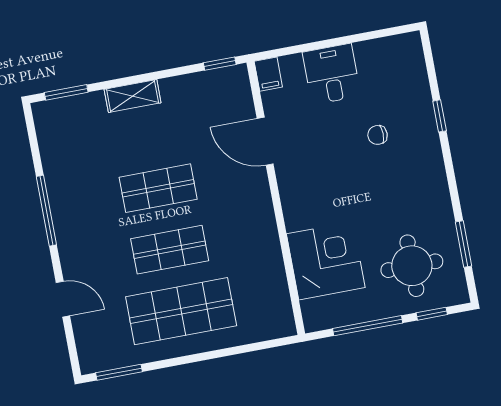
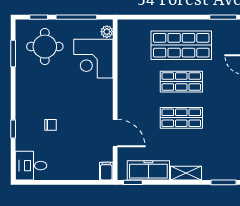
desk: (332, 74) -> (31, 166), moved, turned 90
freezer: (197, 89) -> (148, 170), added
plant: (312, 311) -> (107, 32), added

